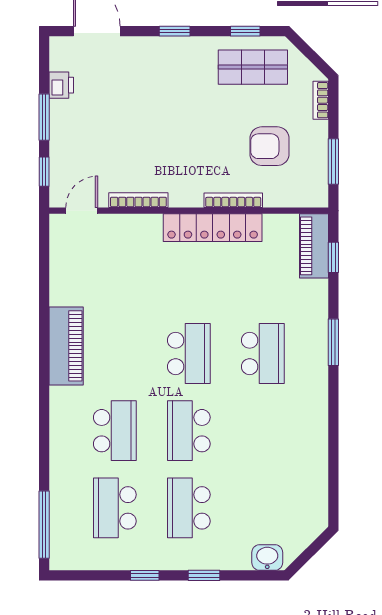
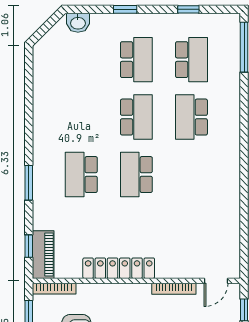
bookcase: (233, 200) -> (54, 289), moved
piano: (66, 346) -> (228, 180), removed
window: (145, 575) -> (188, 9), moved

